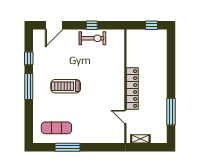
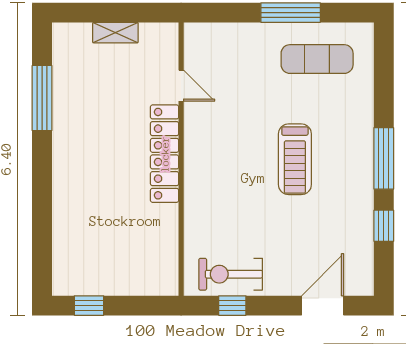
treadmill: (66, 86) -> (295, 159), turned 90
wall: (125, 86) -> (181, 159), moved
locker: (132, 89) -> (165, 154), moved
door: (125, 117) -> (181, 86), moved

